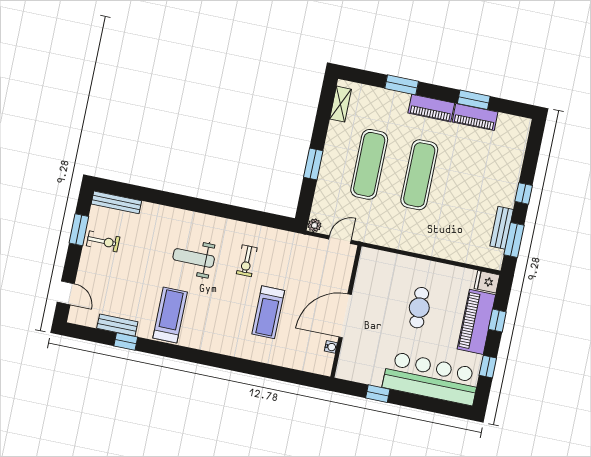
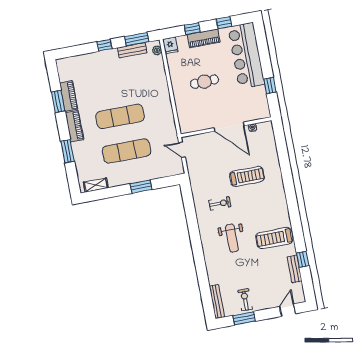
plant: (314, 225) -> (157, 50), moved
piano: (476, 322) -> (204, 38), width x0.73, depth x0.75

